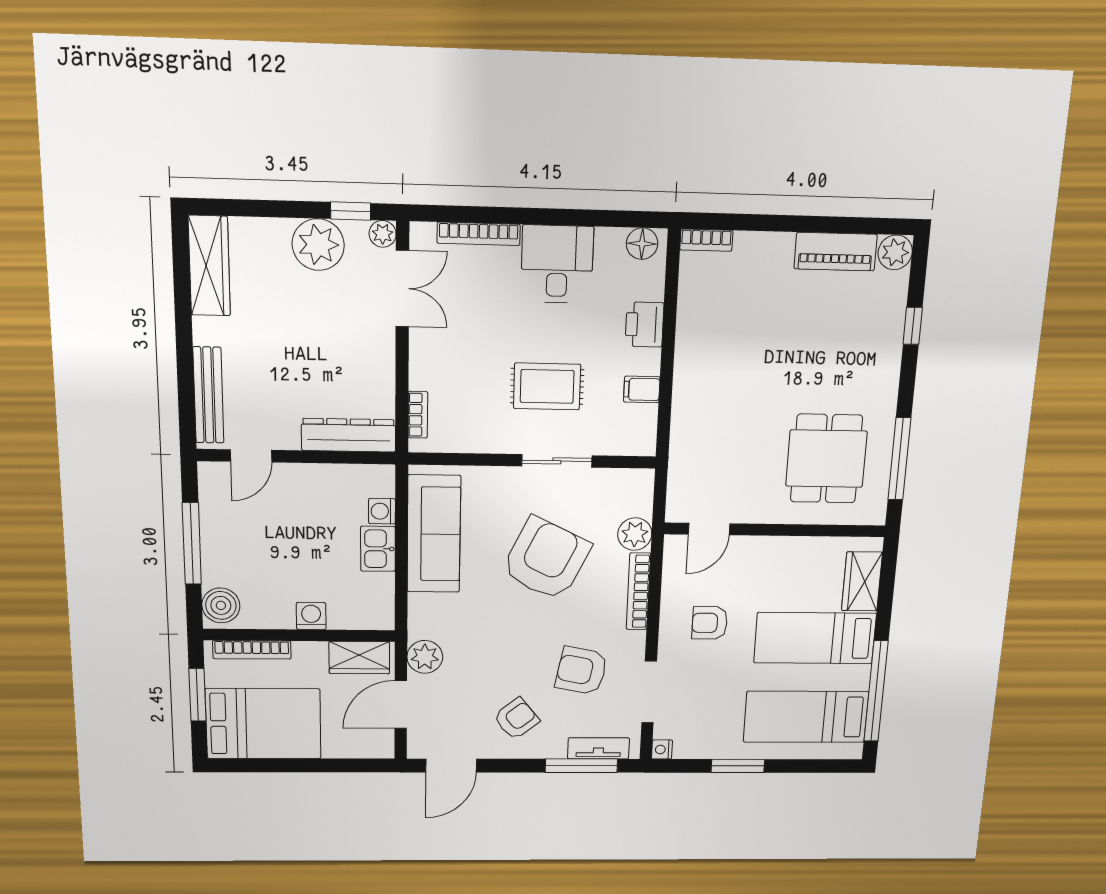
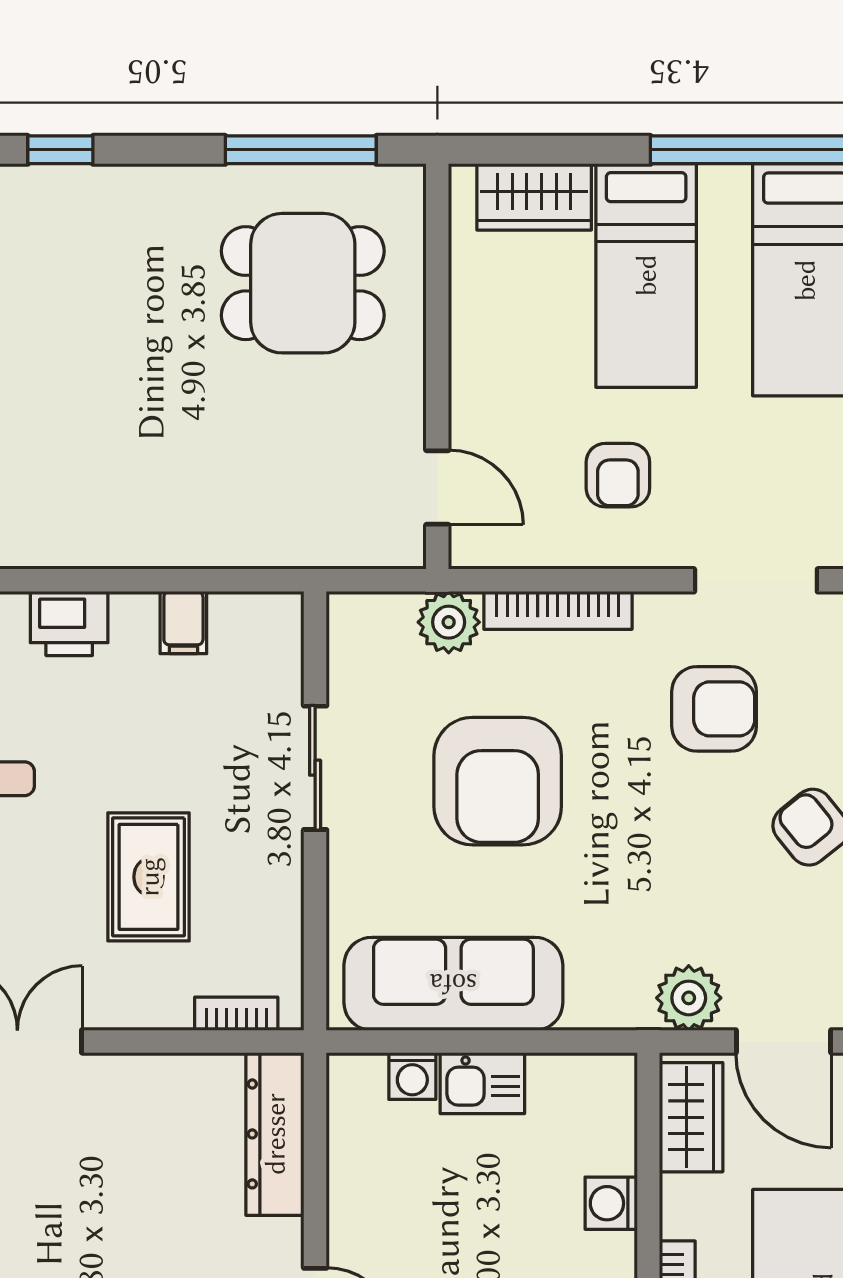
rug: (547, 386) -> (149, 877), moved
armchair: (546, 559) -> (498, 781), turned -116
armchair: (581, 671) -> (714, 709), turned -101

